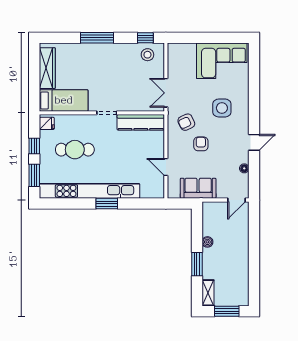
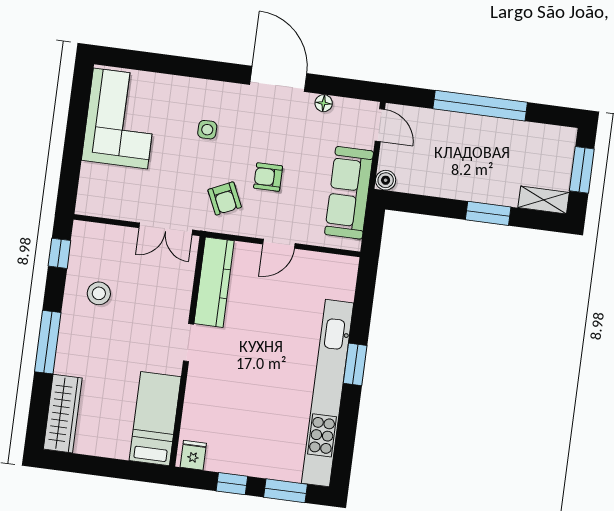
stool: (147, 55) -> (99, 293), moved
wardrobe: (47, 68) -> (63, 414), moved, turned 90
side table: (222, 108) -> (207, 130), width x0.54, depth x0.54
door: (254, 142) -> (278, 79), width x1.88
cafe table: (75, 150) -> (248, 410), removed
door: (166, 167) -> (279, 244), moved
sofa: (198, 188) -> (349, 193), width x1.36
boiler: (207, 242) -> (386, 180), moved
window: (254, 252) -> (480, 106), added

